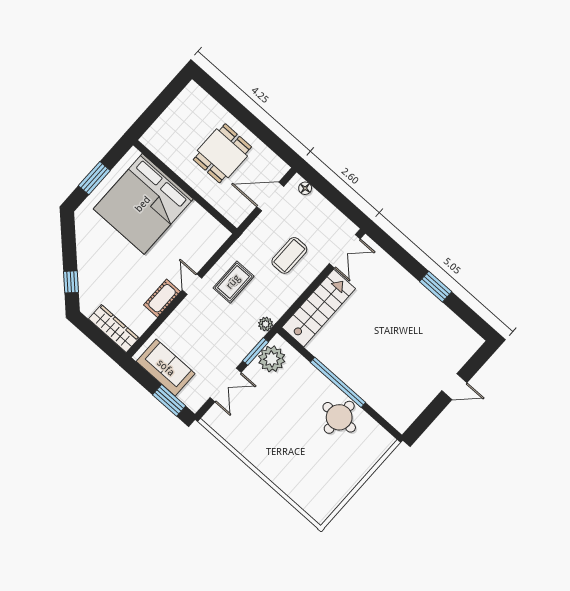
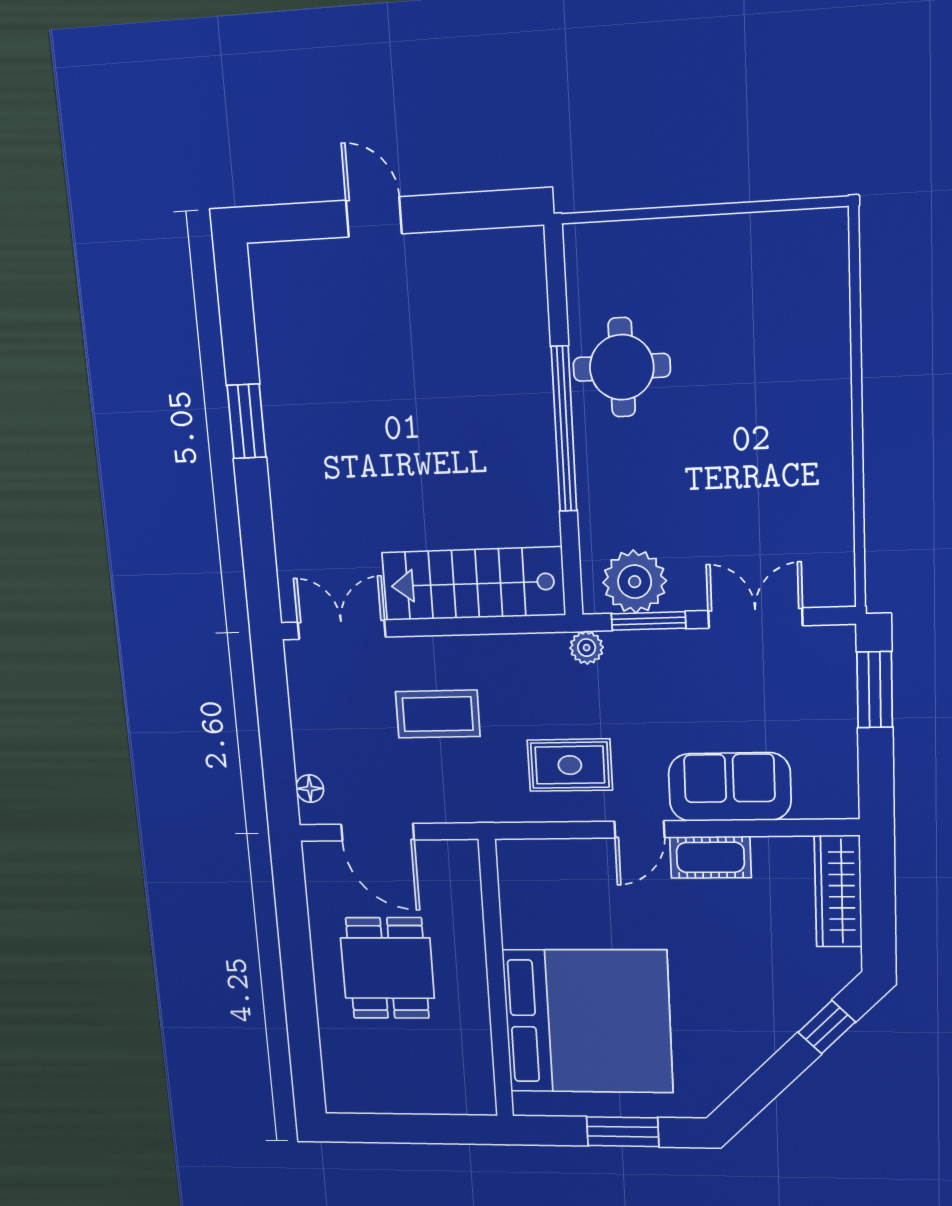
dining table: (222, 153) -> (387, 968), turned 90
sofa: (166, 368) -> (730, 787), moved, turned 90

